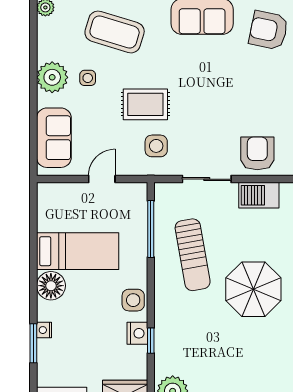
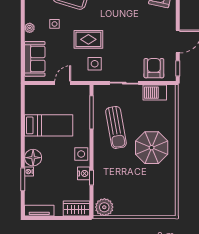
plant: (52, 77) -> (30, 28), width x0.53, depth x0.53
floor lamp: (51, 286) -> (33, 158), moved

